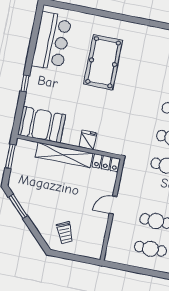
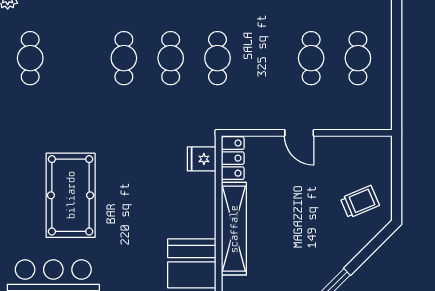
pool table: (103, 62) -> (71, 195), turned 90
fridge: (88, 140) -> (202, 159), moved

